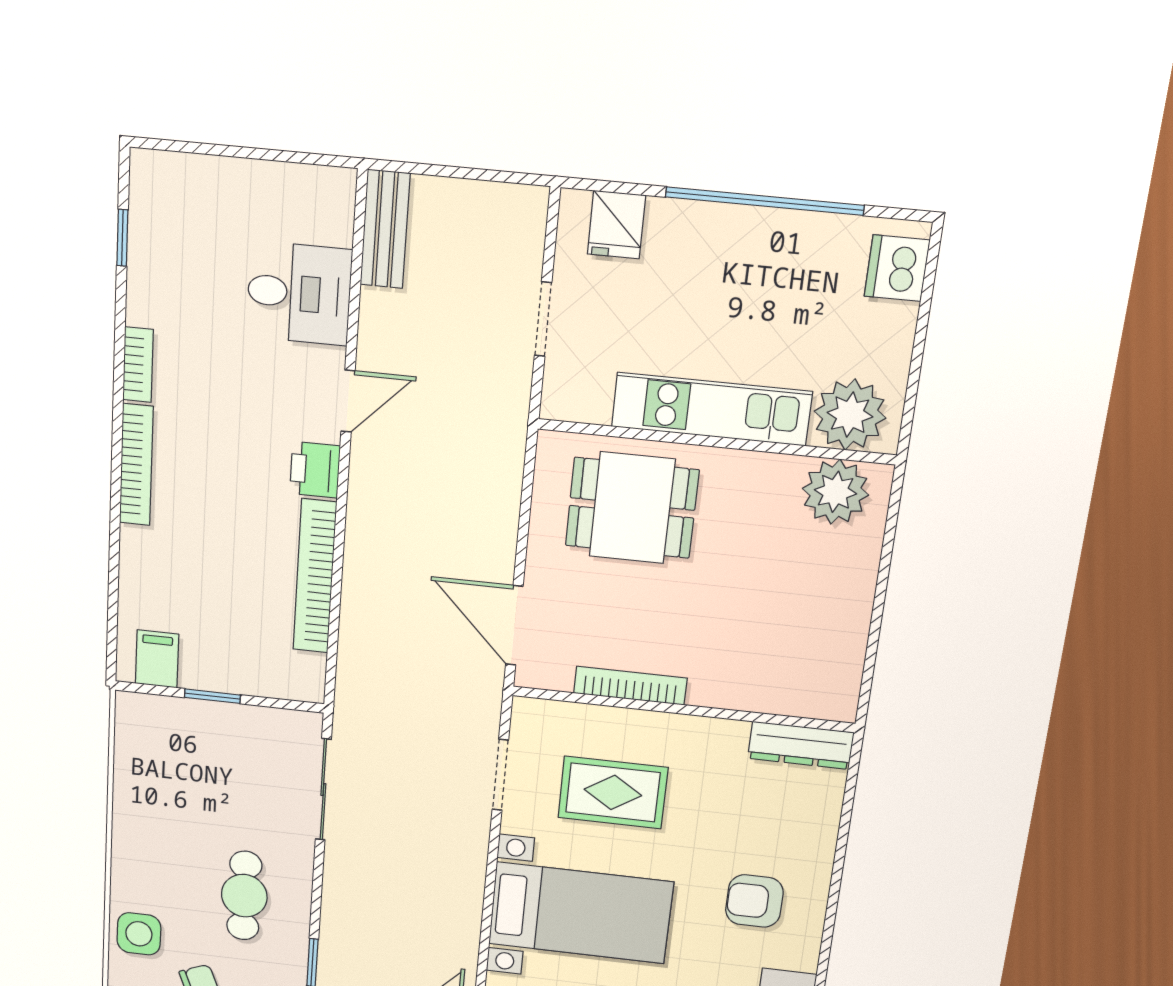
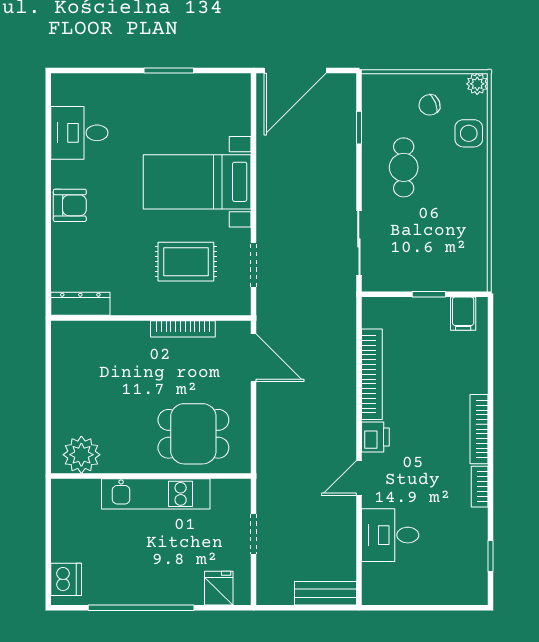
bench: (385, 229) -> (325, 593), moved, turned 90
plant: (850, 415) -> (80, 498), removed
armchair: (754, 901) -> (70, 205), moved

